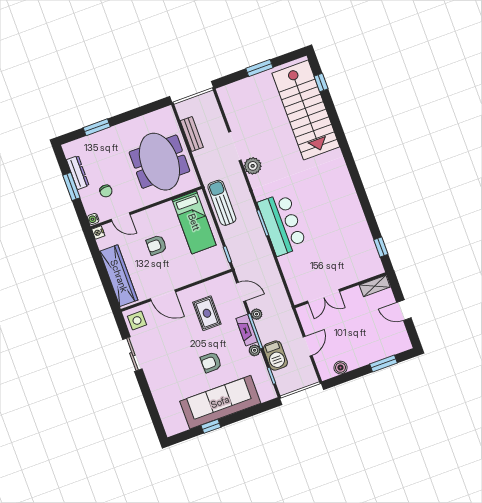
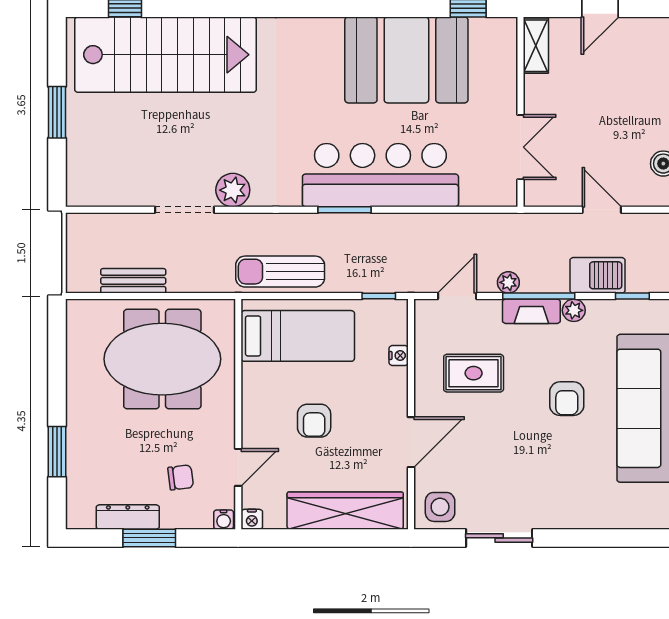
bar counter: (282, 224) -> (380, 175), width x1.36
booth: (345, 226) -> (406, 60), added
nightstand: (202, 274) -> (399, 356), added

